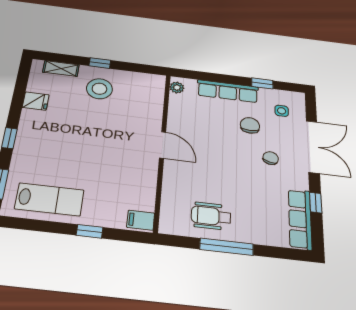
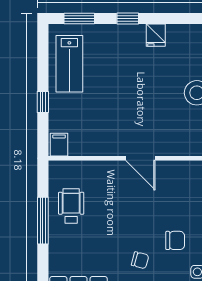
fridge: (36, 101) -> (156, 35), moved
door: (163, 145) -> (140, 158), hinge flipped

